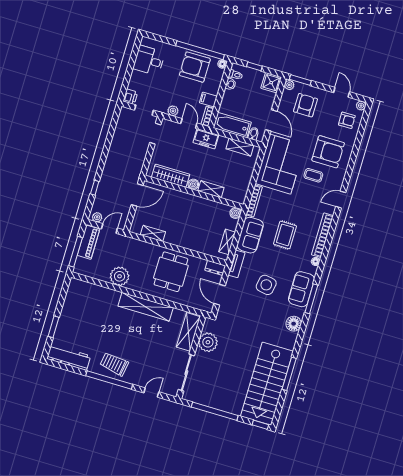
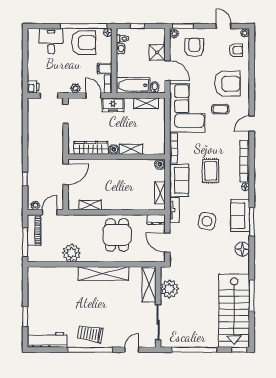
desk: (149, 60) -> (51, 41), moved, turned 90
armchair: (195, 67) -> (84, 43), turned 180
shower: (271, 83) -> (157, 52), moved

